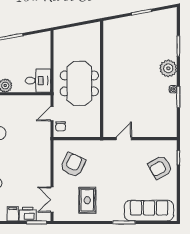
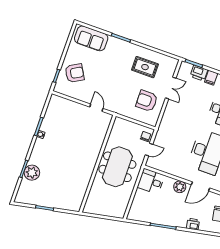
plant: (168, 68) -> (32, 173), moved
door: (124, 139) -> (96, 108), swing flipped
armchair: (73, 165) -> (147, 101), turned 65
double door: (52, 200) -> (171, 88), moved
rug: (87, 200) -> (145, 67), turned 90
sofa: (149, 211) -> (91, 38), width x0.73

